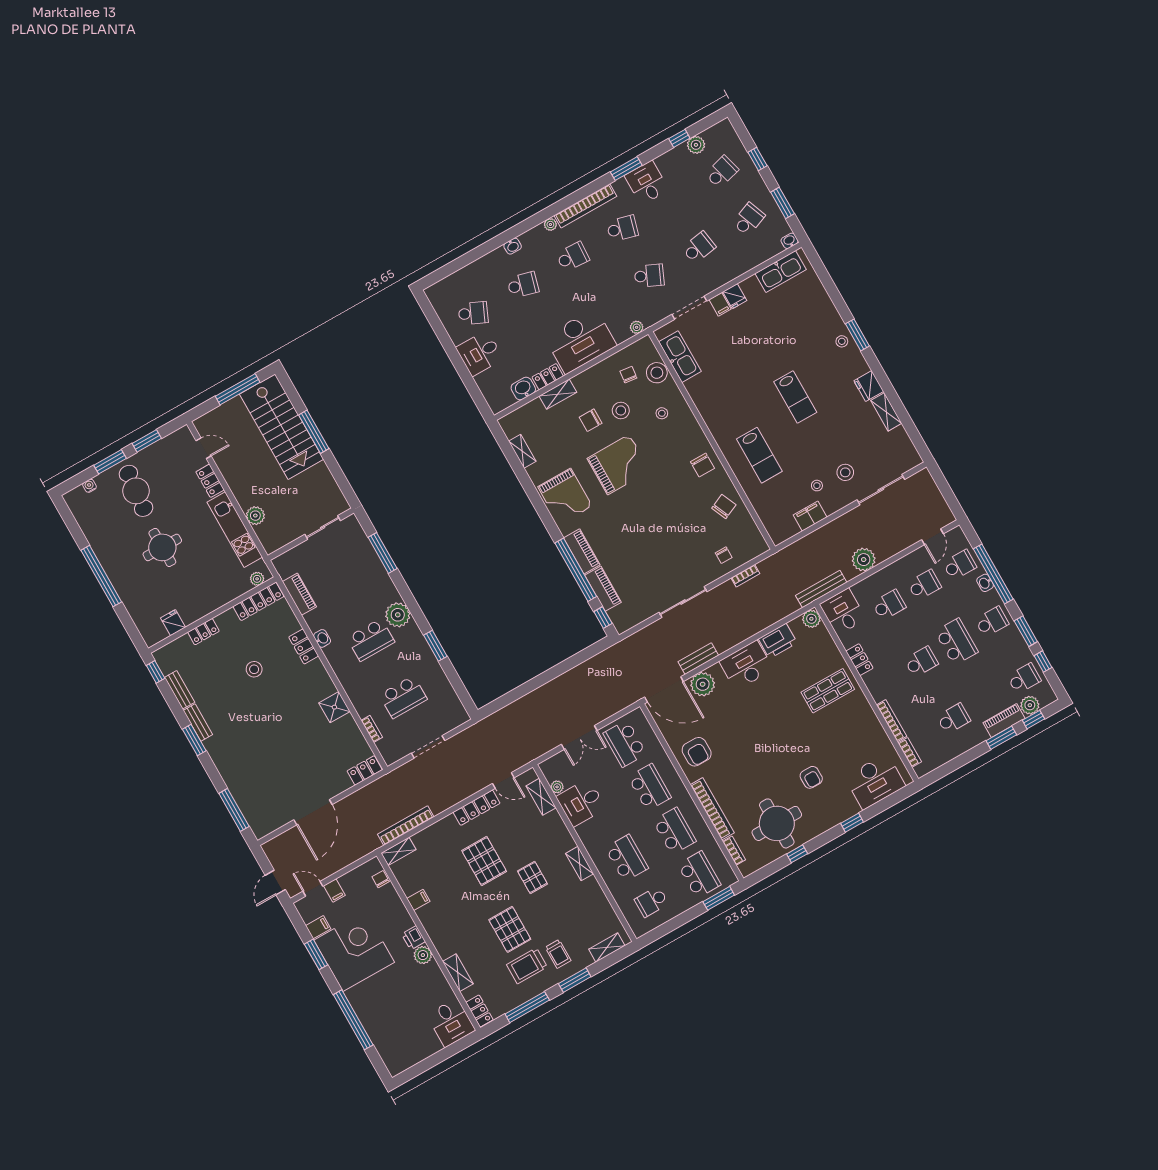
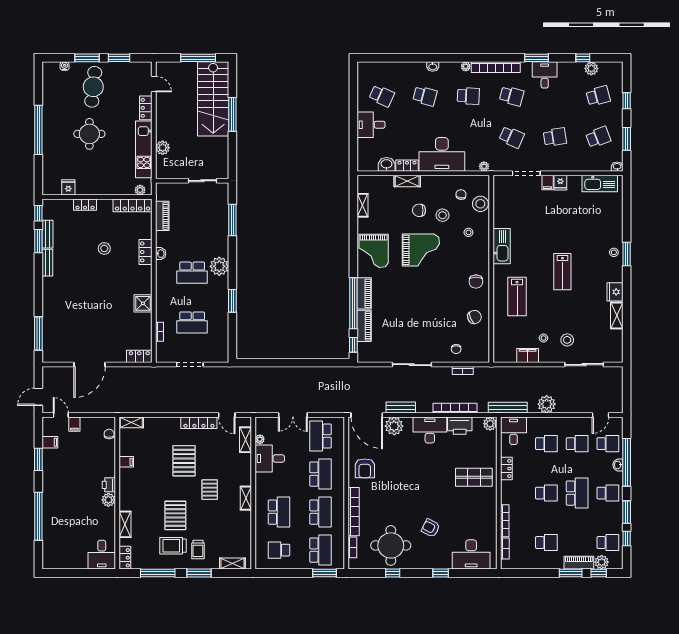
kitchen sink: (680, 357) -> (502, 246), moved
window: (194, 740) -> (38, 241), moved
armchair: (811, 777) -> (431, 528), turned 117
bookcase: (406, 826) -> (455, 408), moved
corner desk: (354, 951) -> (65, 472), removed

